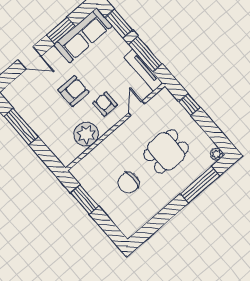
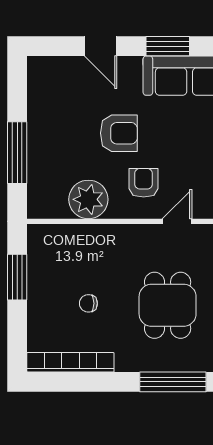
window: (21, 127) -> (17, 153), moved
dining table: (166, 151) -> (168, 305), turned 90
chair: (128, 183) -> (88, 303), width x0.54, depth x0.54
bookcase: (144, 217) -> (70, 362), added

